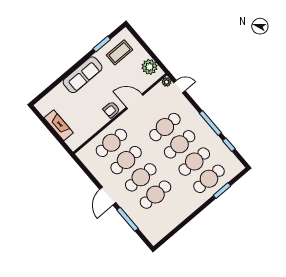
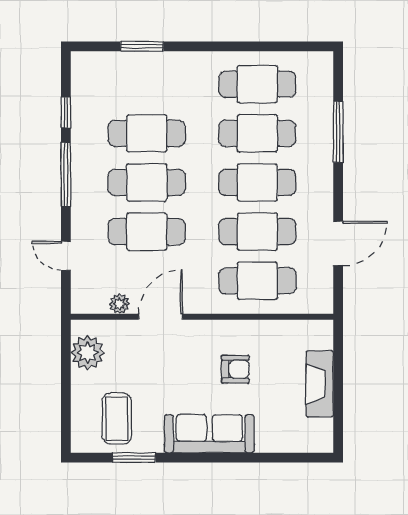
coffee table: (120, 52) -> (117, 419), turned 90
plant: (167, 82) -> (120, 304), moved
door: (179, 87) -> (66, 256), moved
door: (135, 101) -> (161, 317), swing flipped
armchair: (112, 110) -> (235, 369), moved
cafe table: (209, 179) -> (257, 84), moved
door: (108, 196) -> (338, 243), moved

